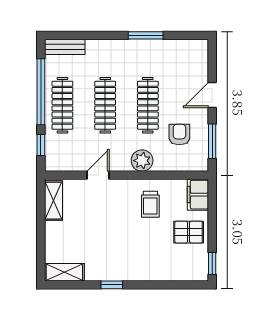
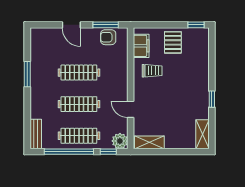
armchair: (179, 134) -> (108, 37), moved
plant: (142, 161) -> (120, 141), moved
filing cabinet: (198, 195) -> (141, 46), moved, turned -90

